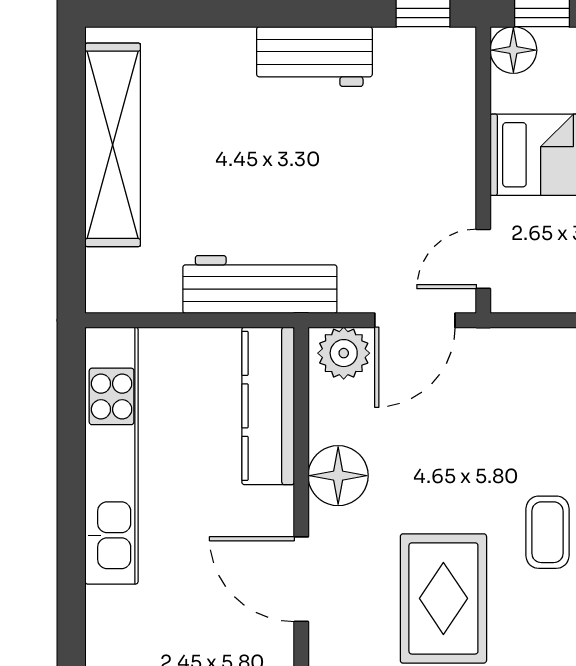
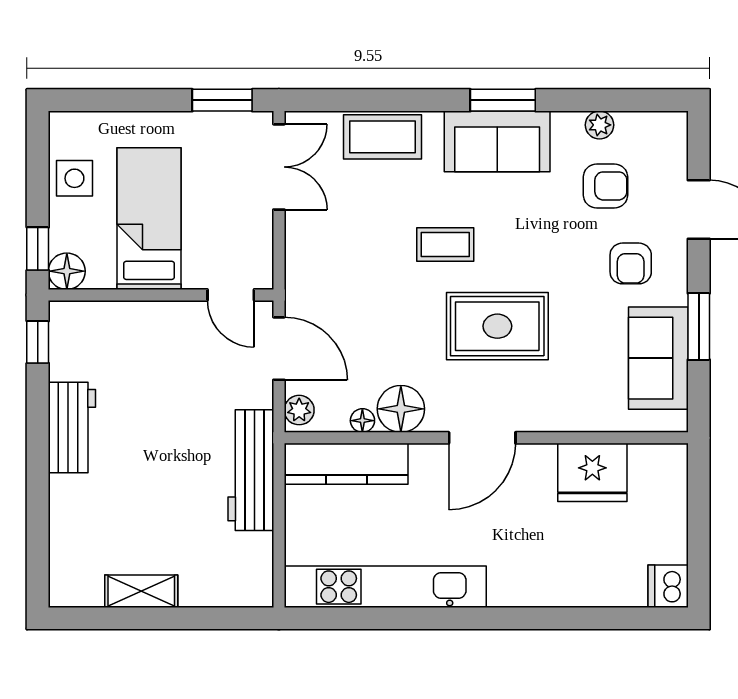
shelving: (113, 145) -> (141, 591), width x0.45, depth x0.75
plant: (344, 353) -> (299, 410), width x0.73, depth x0.73
floor lamp: (323, 427) -> (362, 421), added

